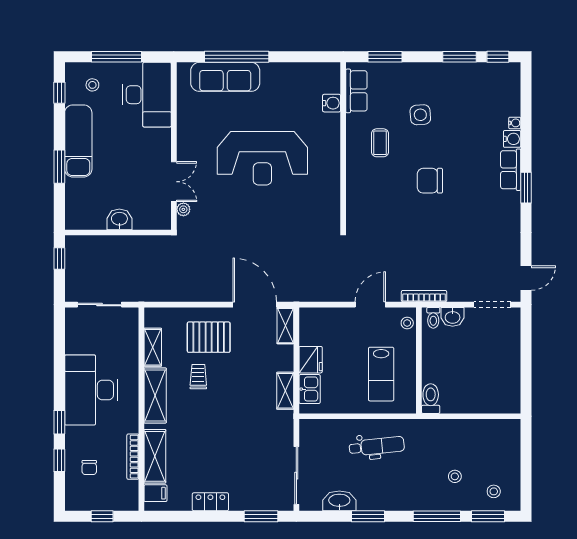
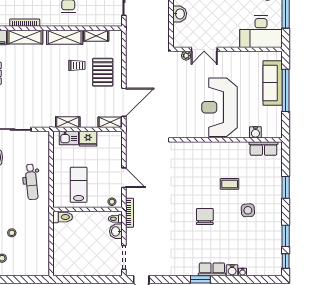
row of seats: (356, 91) -> (263, 149), moved
water cooler: (332, 103) -> (255, 132), moved
wall: (343, 146) -> (227, 140), moved
lab bench: (381, 374) -> (79, 185), turned 90

